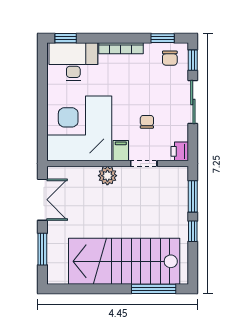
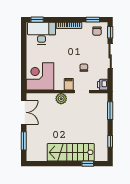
corner desk: (79, 128) -> (40, 76), width x0.74, depth x0.74
window: (193, 231) -> (110, 141), moved
stairs: (124, 261) -> (71, 152), width x0.73, depth x0.66
window: (154, 289) -> (88, 164), width x0.46

